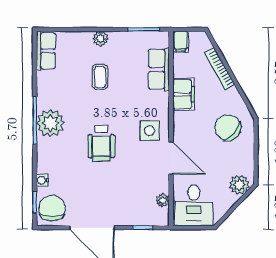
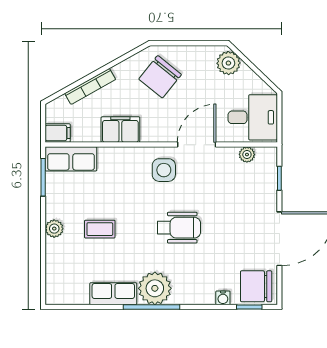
row of seats: (46, 51) -> (113, 294), moved
row of seats: (159, 69) -> (71, 159), moved

